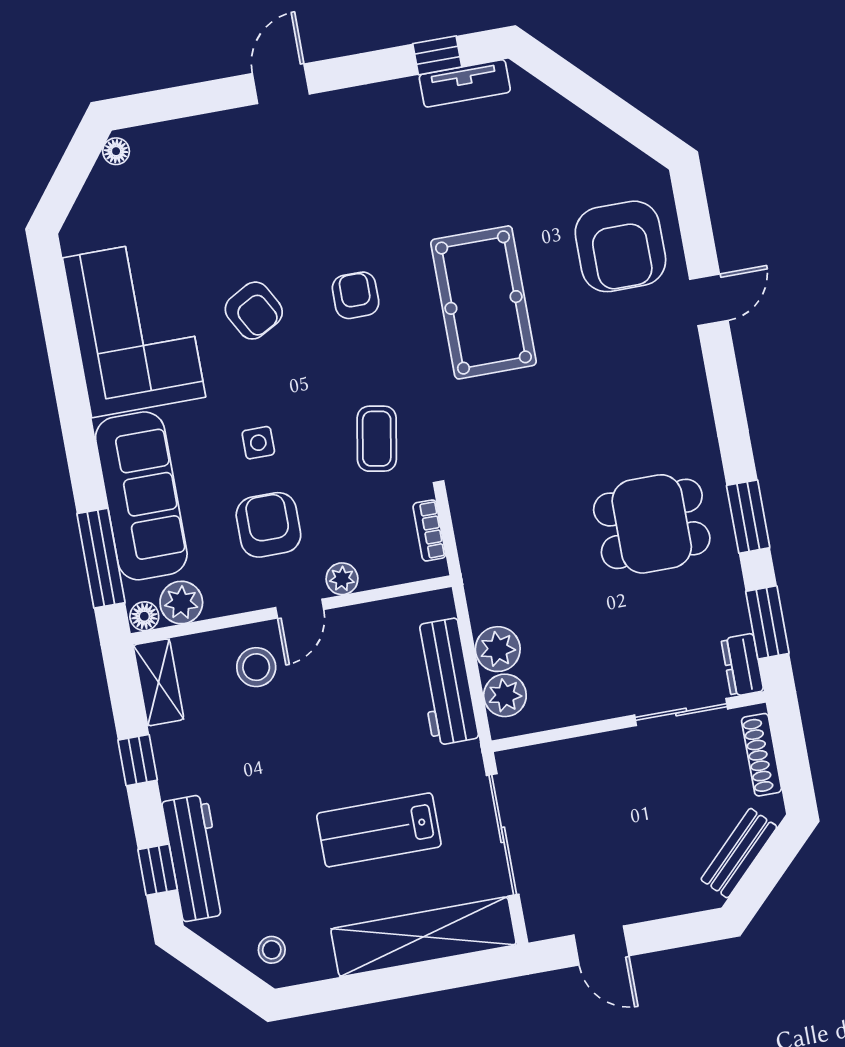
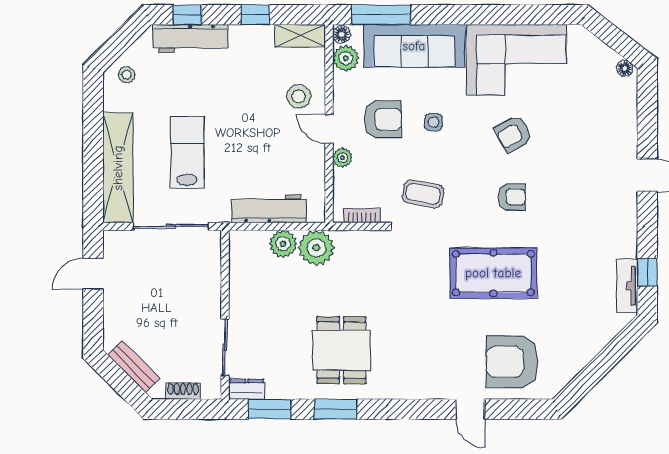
plant: (505, 695) -> (316, 248), moved, width x1.36, depth x1.36
shoe rack: (762, 755) -> (183, 391), width x0.70

